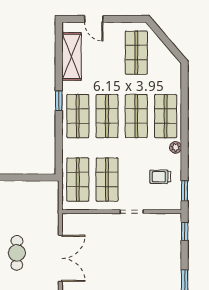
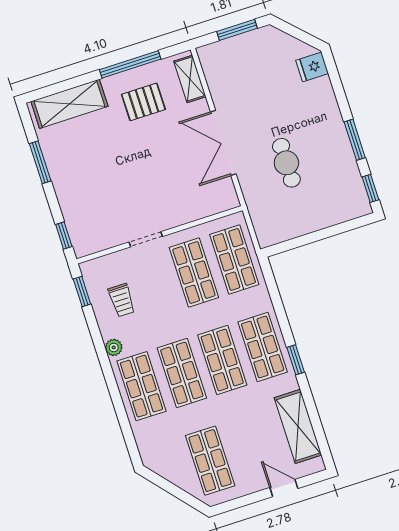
trolley: (160, 177) -> (122, 300), turned 90
cafe table: (17, 253) -> (286, 163), moved

